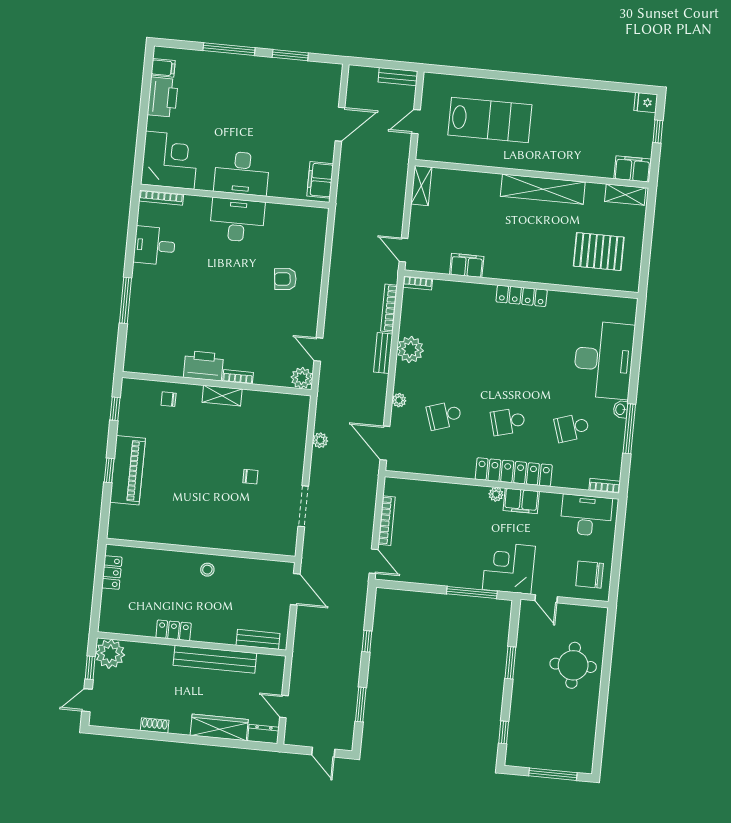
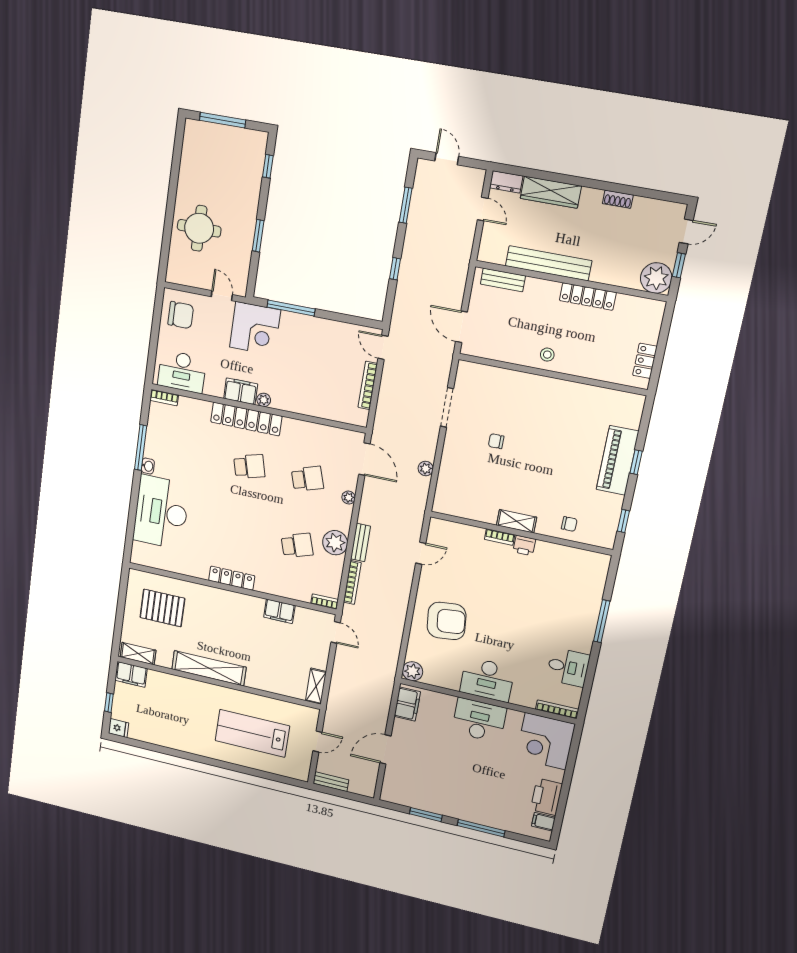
armchair: (285, 279) -> (447, 621), width x1.88, depth x1.88
door: (318, 349) -> (421, 553), hinge flipped
printer: (203, 366) -> (524, 545), width x0.53, depth x0.68
plant: (302, 378) -> (413, 671), moved
school desk: (572, 428) -> (297, 545), moved
locker: (174, 630) -> (588, 296), width x1.53

